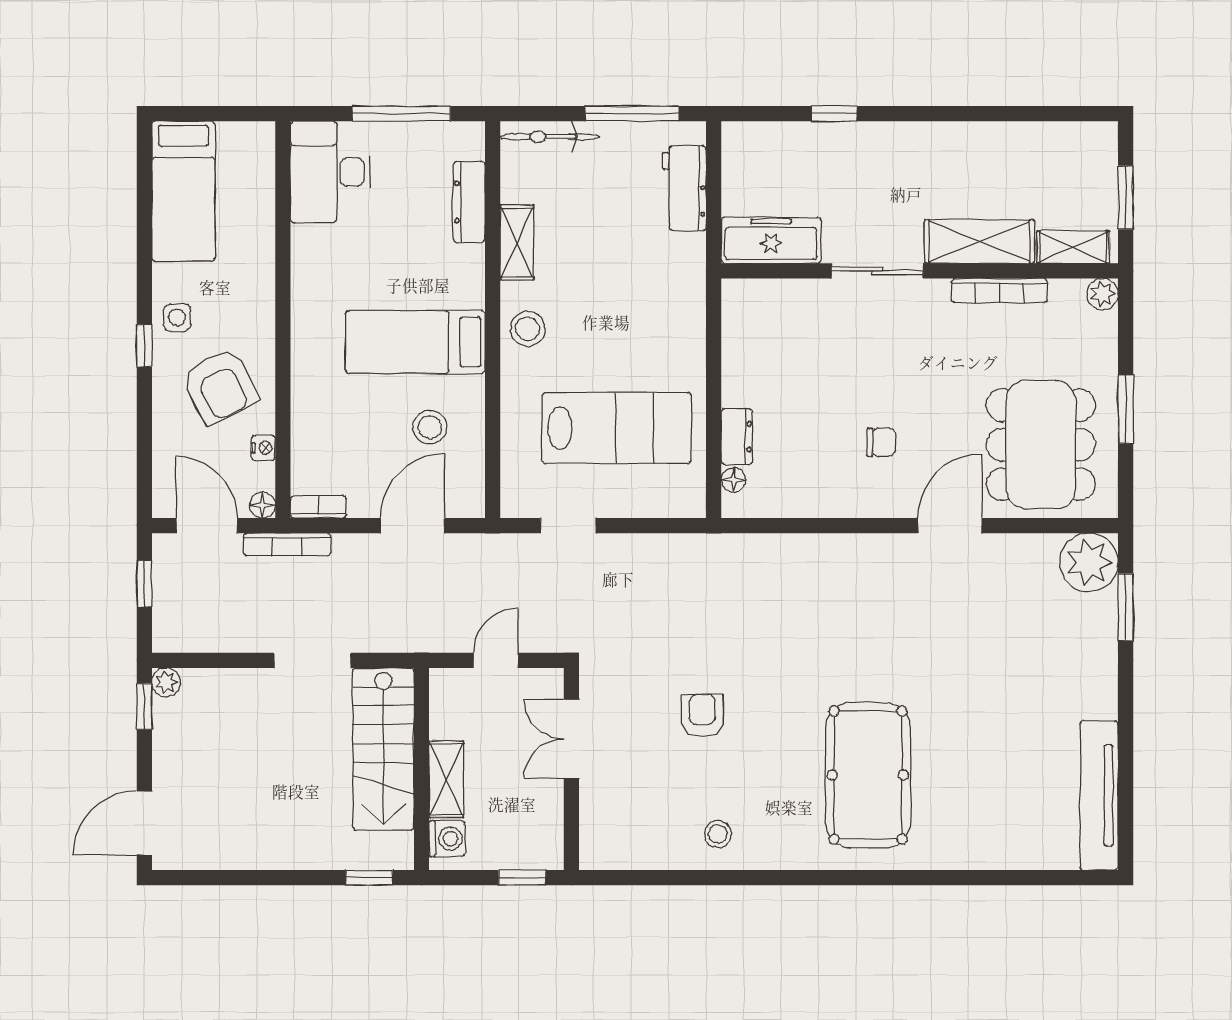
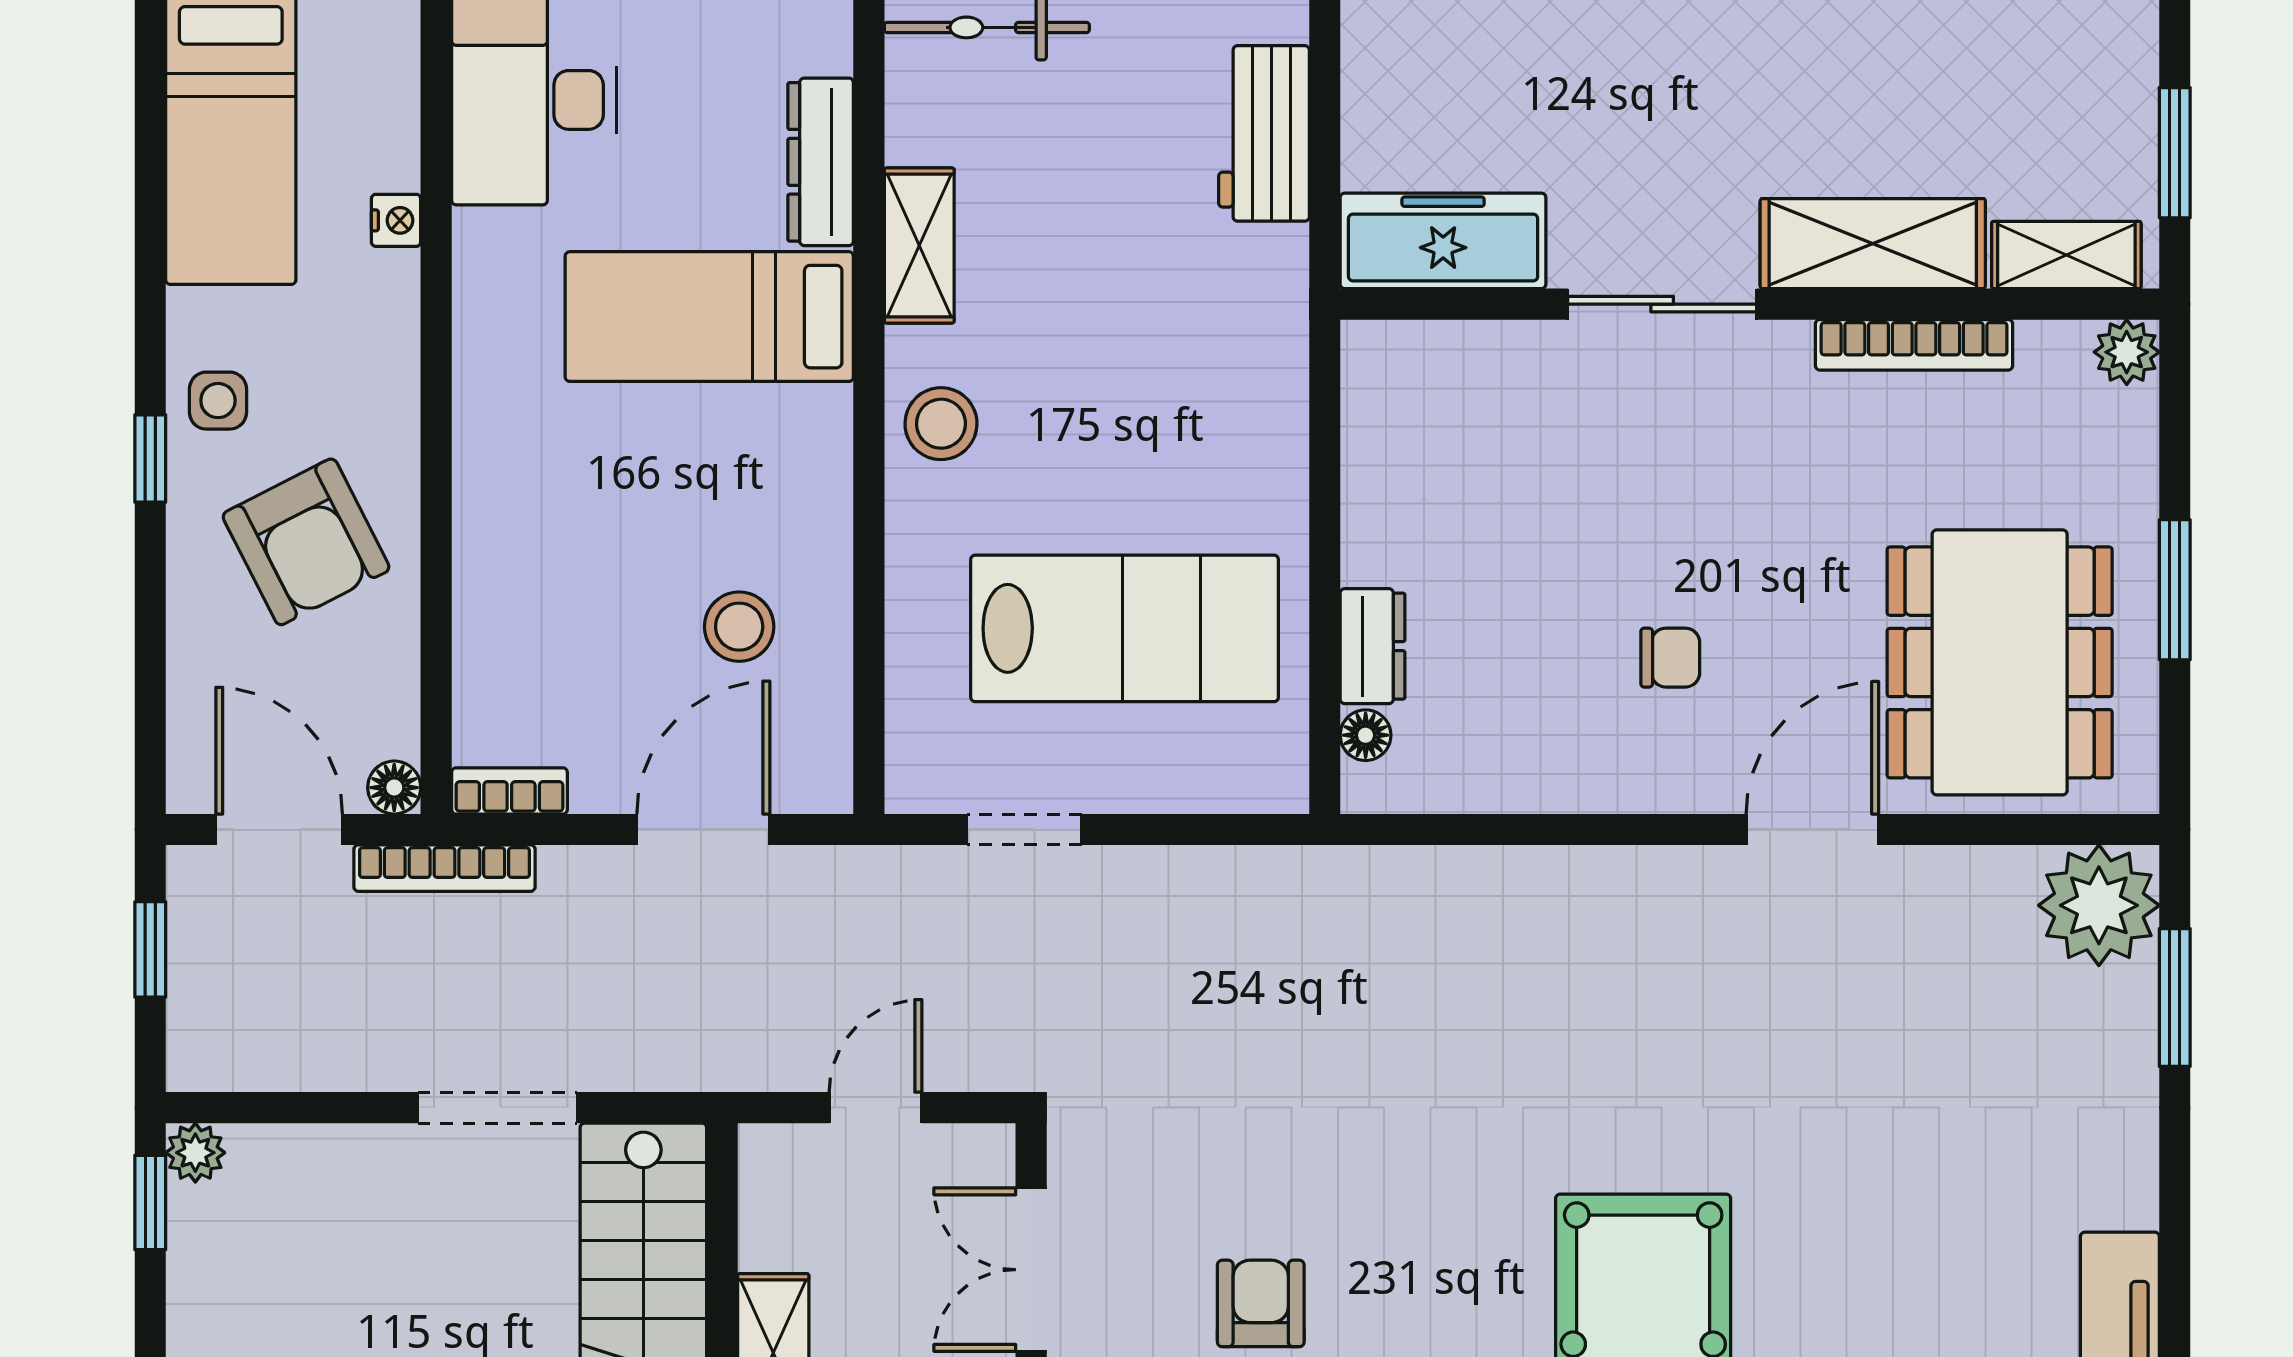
bed: (415, 342) -> (709, 317), moved
nightstand: (263, 448) -> (396, 220), moved
armchair: (702, 716) -> (1261, 1303), moved

